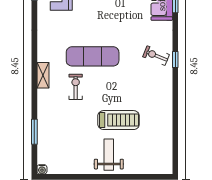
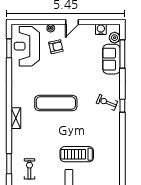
exercise bike: (76, 87) -> (29, 169), moved
treadmill: (119, 120) -> (77, 154), turned 180

